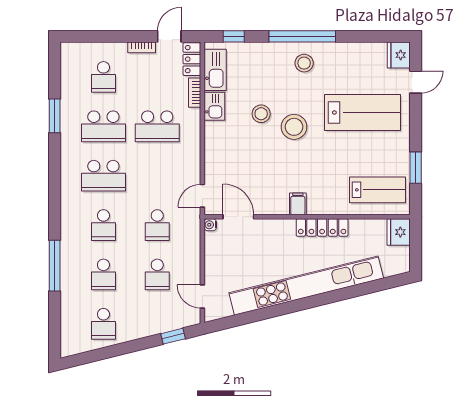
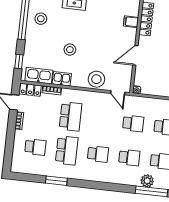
stool: (294, 127) -> (96, 79), moved
school desk: (103, 176) -> (98, 154), width x0.54
filing cabinet: (298, 204) -> (131, 22), moved
door: (238, 217) -> (135, 55), moved
plant: (70, 257) -> (147, 181), added

